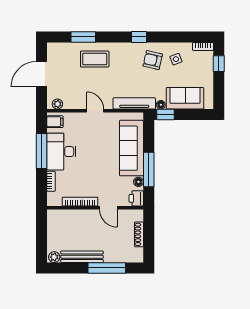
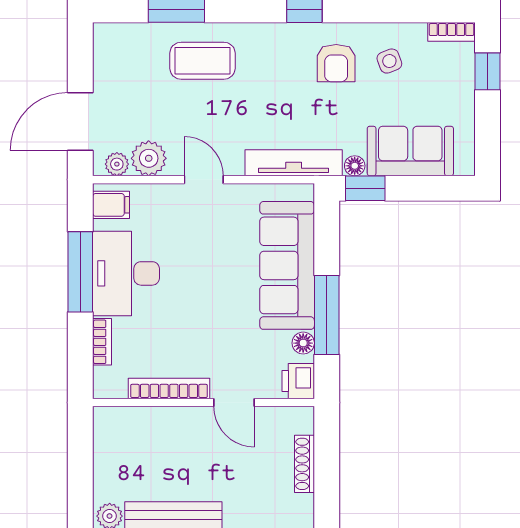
armchair: (153, 60) -> (336, 63), turned -103
door: (41, 74) -> (80, 121), moved
plant: (71, 101) -> (149, 158), added

